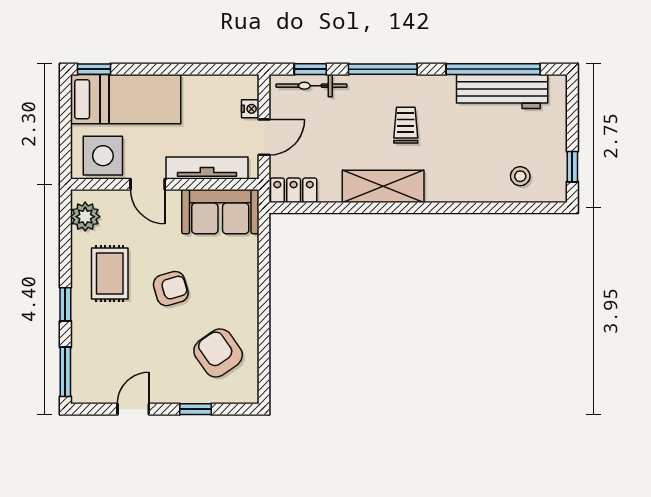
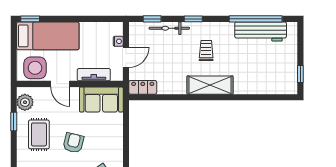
window: (383, 69) -> (193, 19), width x0.46
bicycle: (311, 86) -> (169, 28), moved
tv unit: (207, 168) -> (94, 75), width x0.71
stool: (520, 176) -> (271, 79), removed
shelving: (383, 186) -> (210, 85), moved
armchair: (171, 289) -> (73, 143), turned -60
window: (65, 304) -> (14, 121), moved

